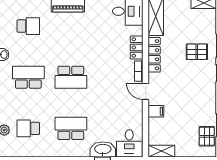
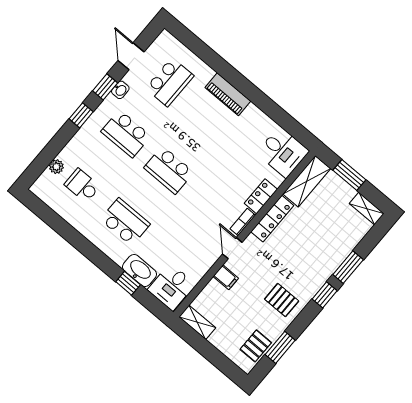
school desk: (28, 26) -> (170, 82), width x1.85
pallet: (197, 52) -> (282, 300), moved
school desk: (28, 77) -> (126, 134), turned 180

